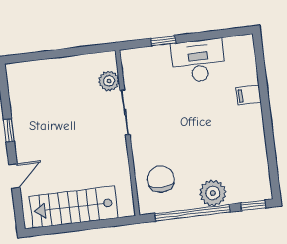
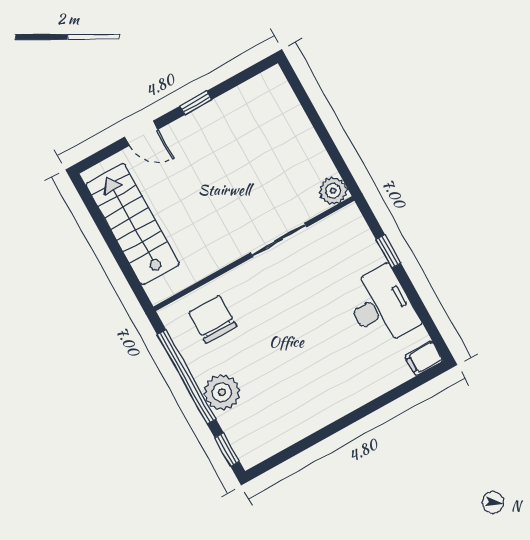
plant: (109, 81) -> (333, 191), moved
filing cabinet: (249, 95) -> (424, 358), moved, turned -90
chair: (161, 179) -> (213, 319), turned -90

